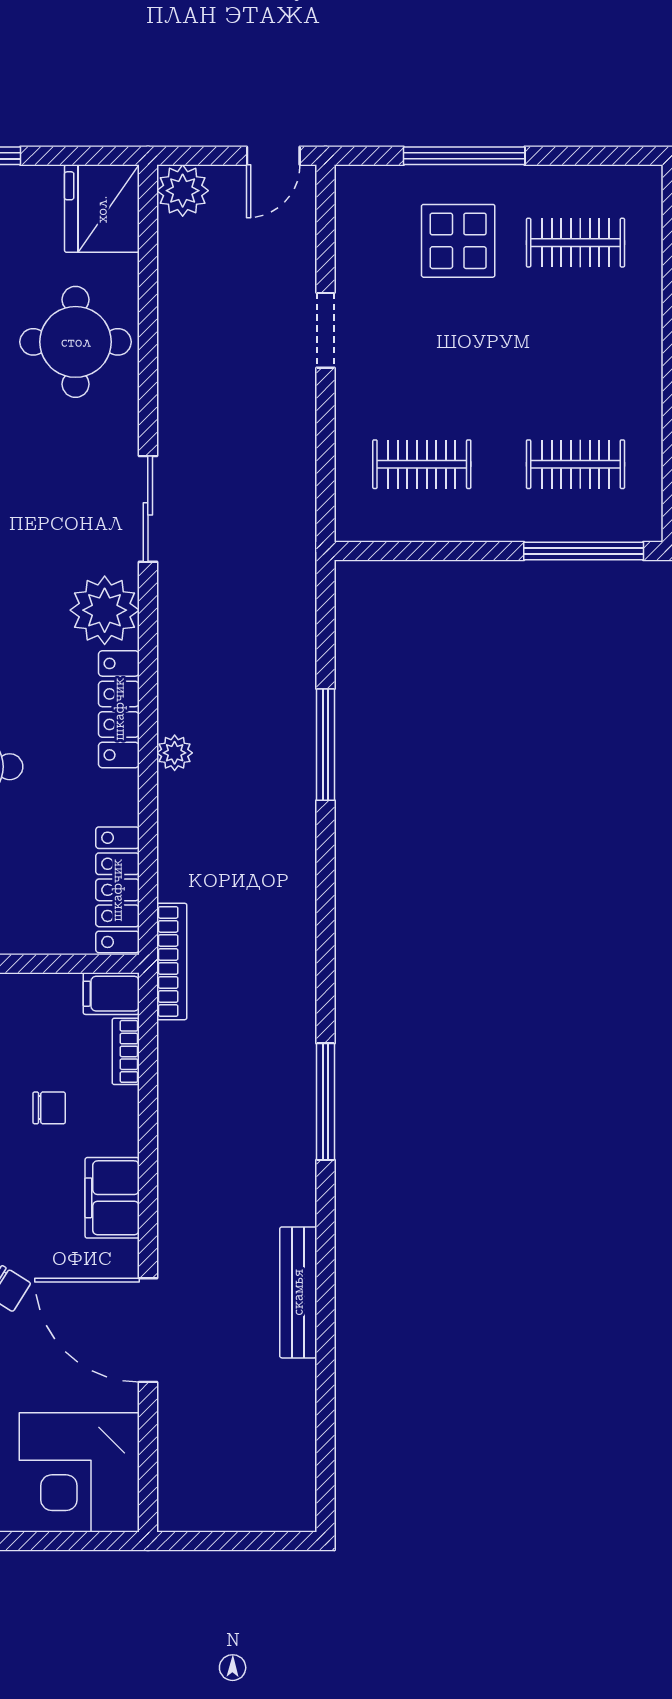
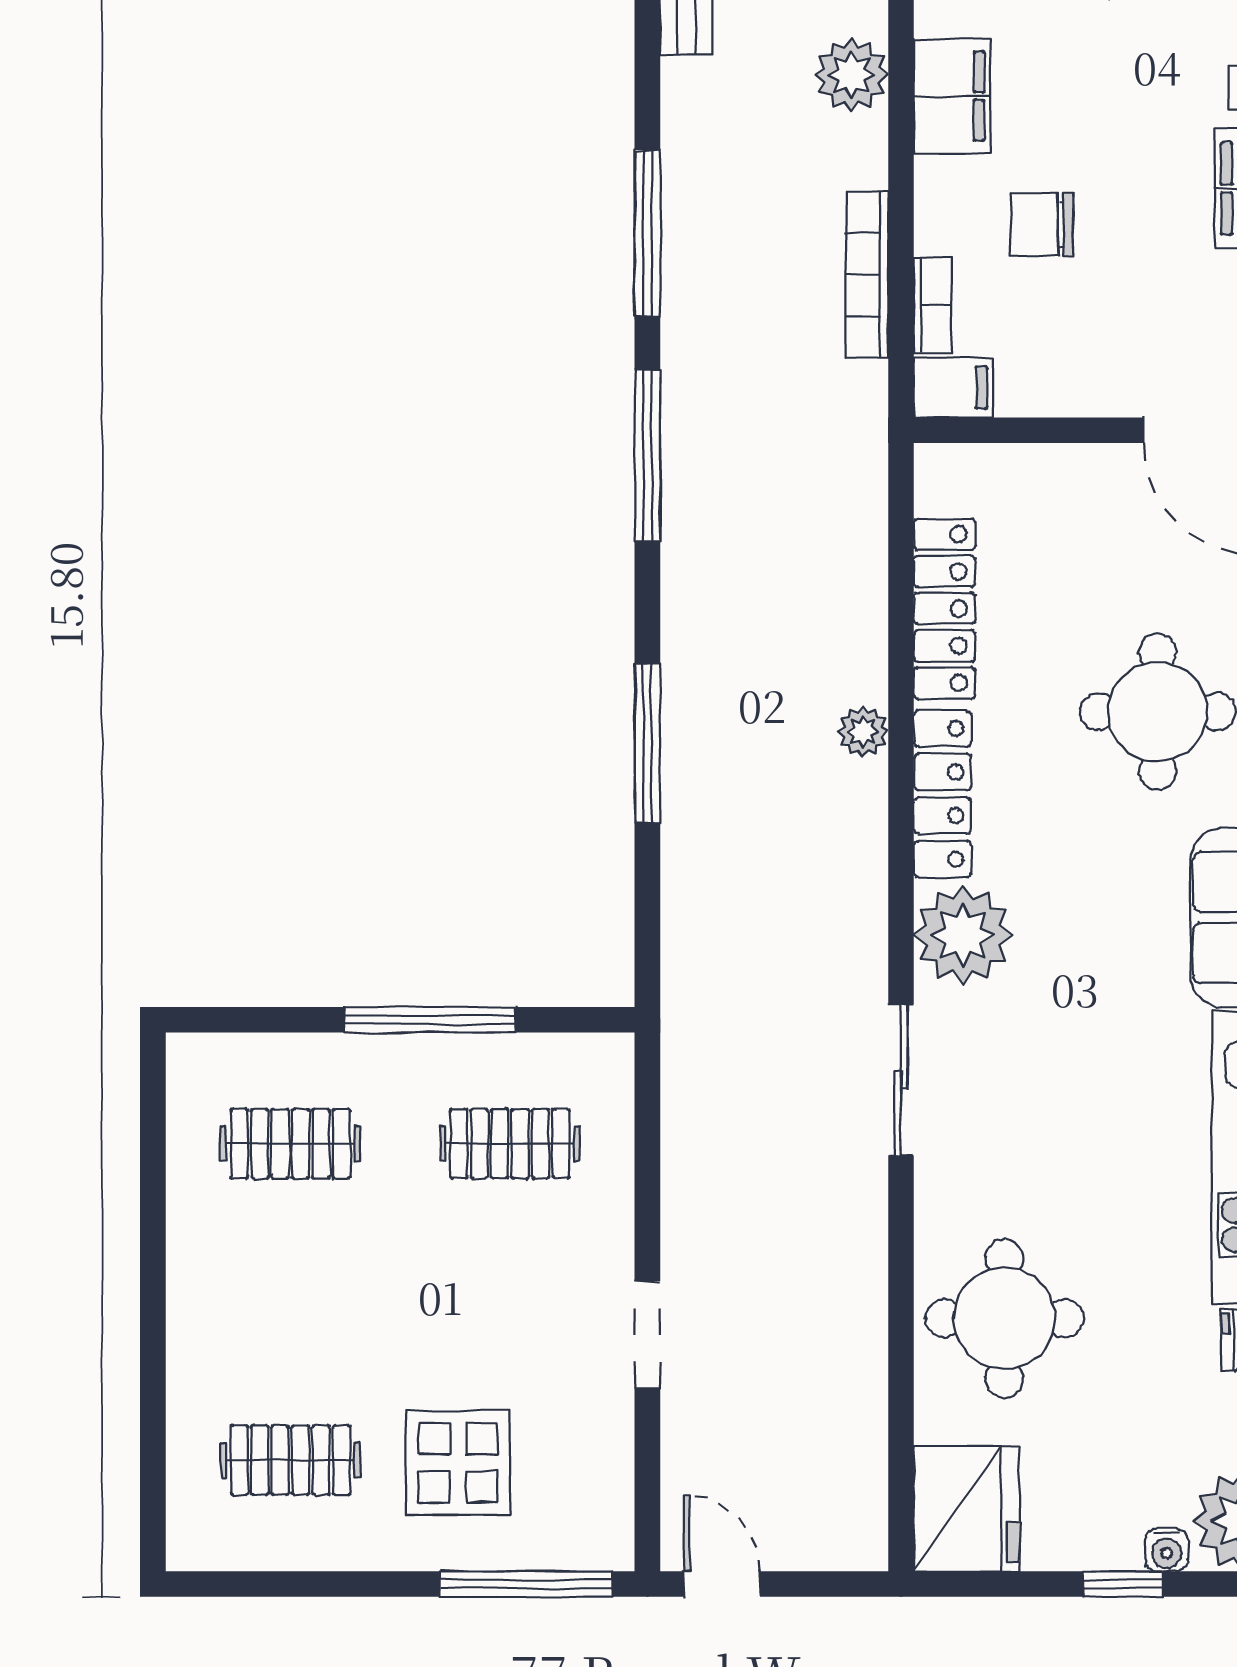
door: (273, 156) -> (722, 1584), hinge flipped
window: (464, 156) -> (526, 1584), moved
plant: (183, 191) -> (851, 75), moved
window: (584, 551) -> (430, 1020), moved
locker: (117, 890) -> (944, 609), moved
window: (326, 946) -> (647, 455), added
bookcase: (172, 961) -> (867, 274), moved
chair: (49, 1108) -> (1042, 225), width x1.37, depth x1.37

